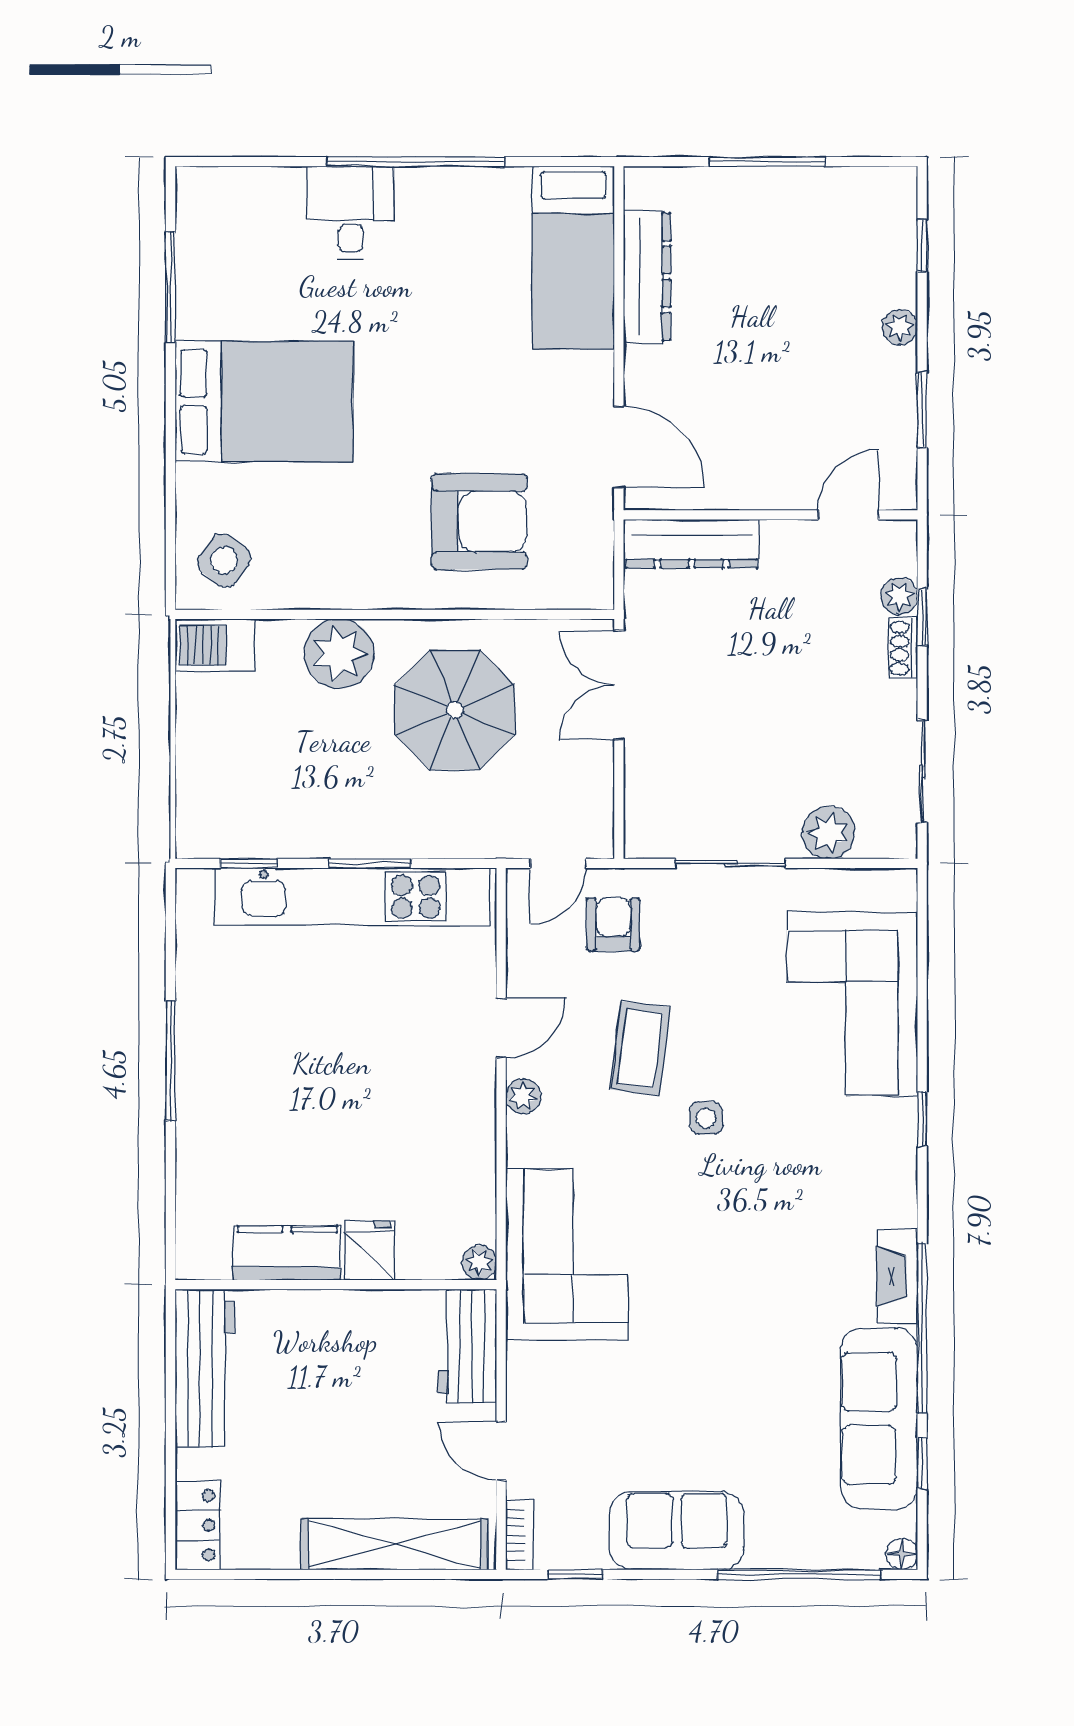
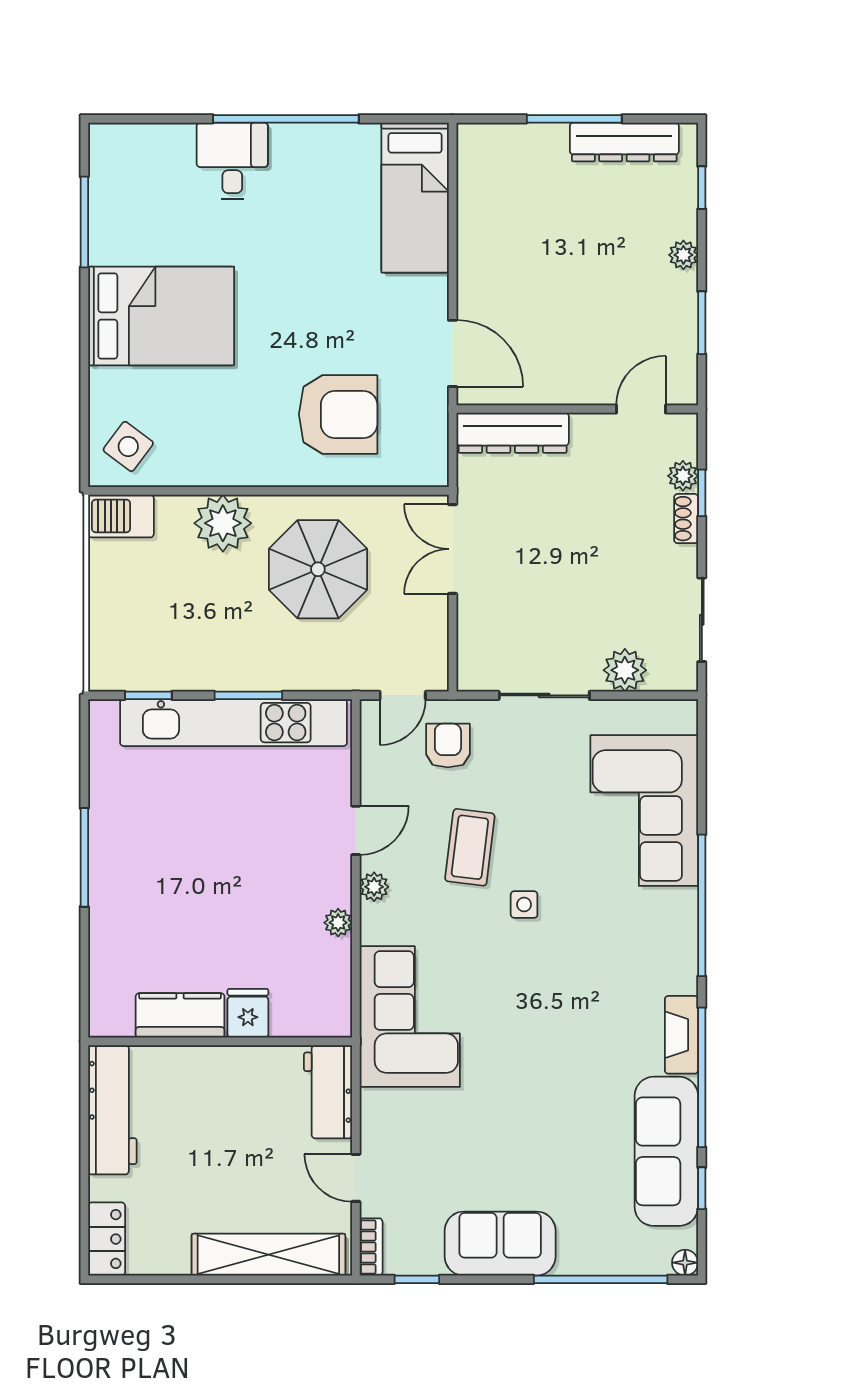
dresser: (647, 277) -> (624, 142), moved, turned 90
window: (922, 1119) -> (702, 905), width x3.17
plant: (479, 1262) -> (338, 923), moved

